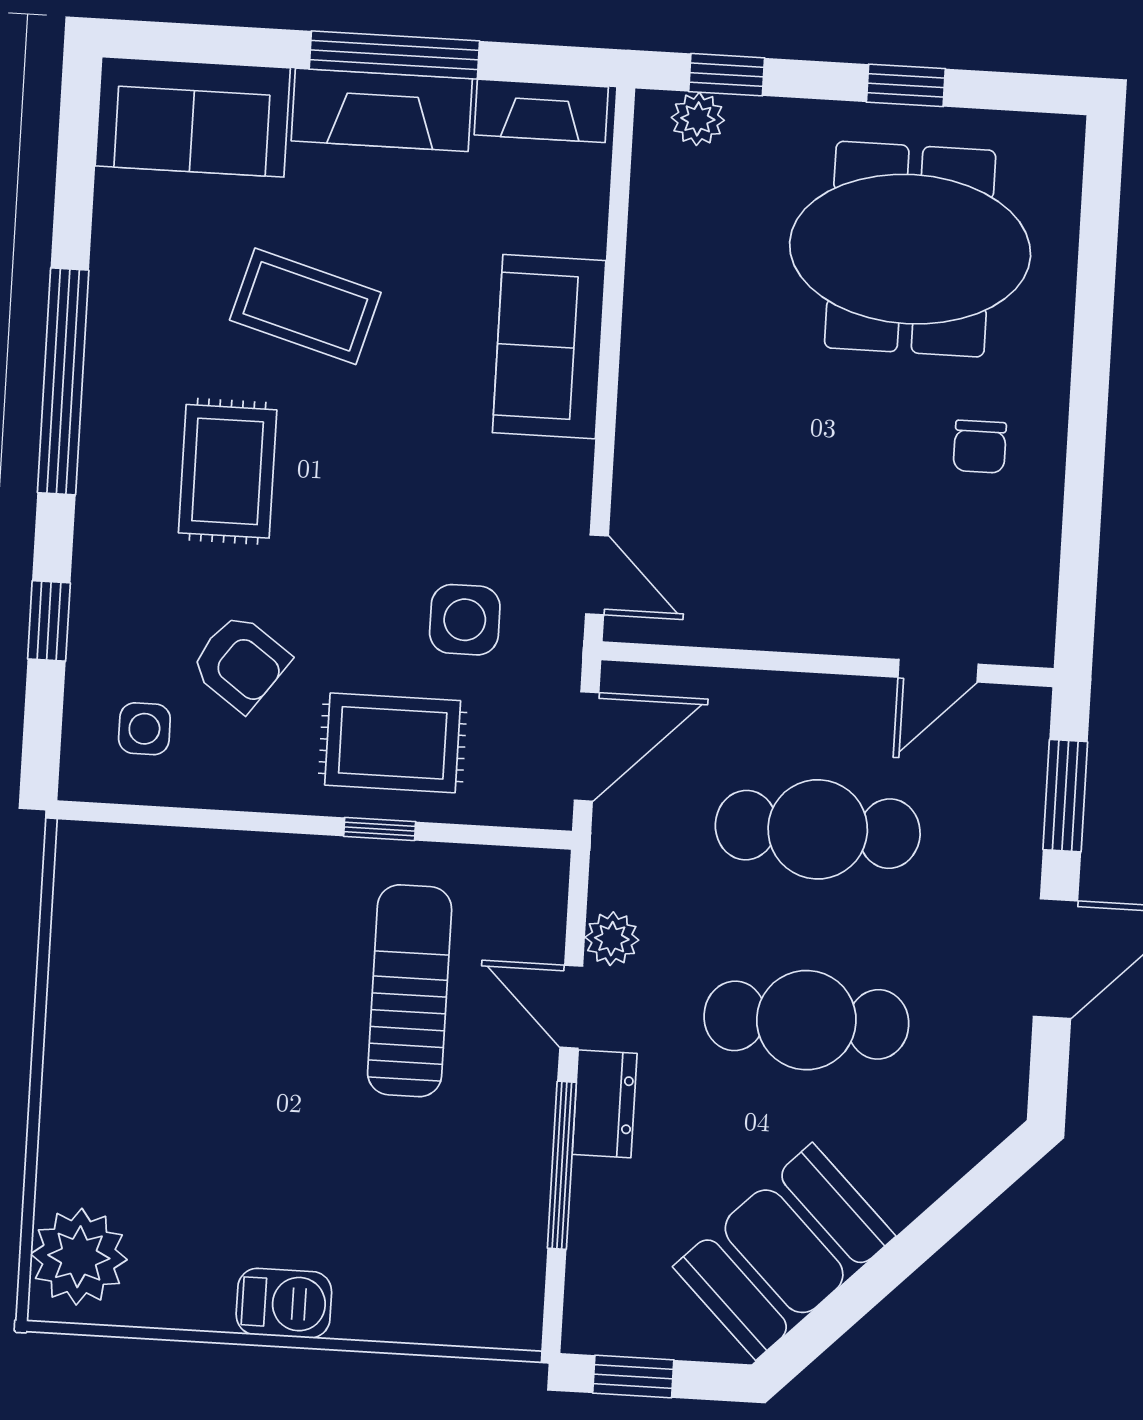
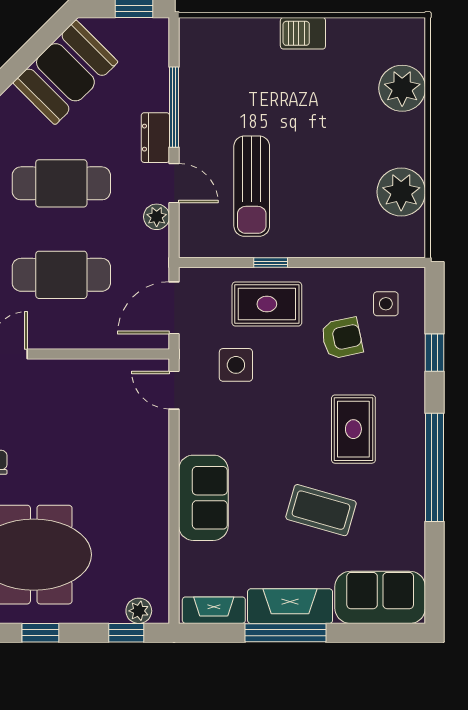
armchair: (240, 663) -> (342, 338), turned 132
plant: (98, 960) -> (401, 192), added
plant: (79, 1257) -> (402, 88), moved

